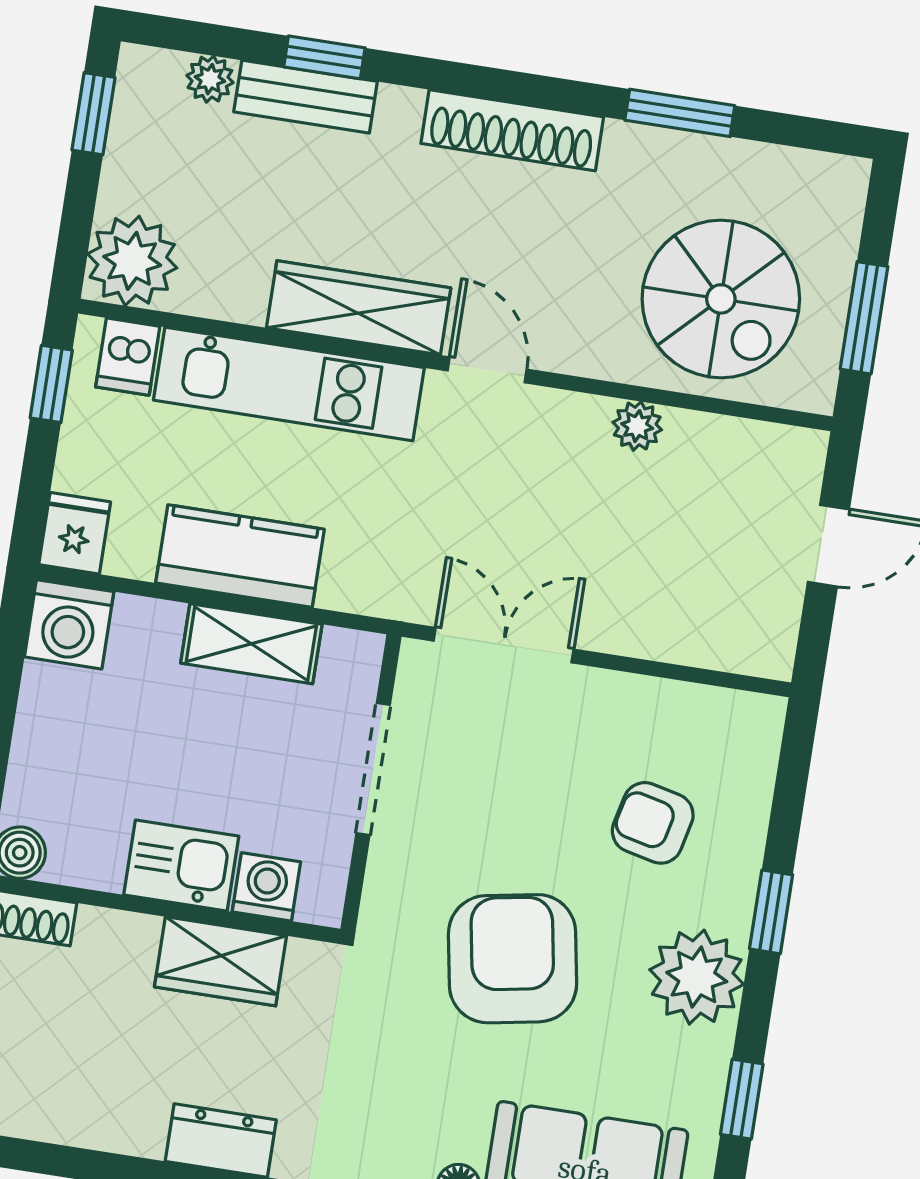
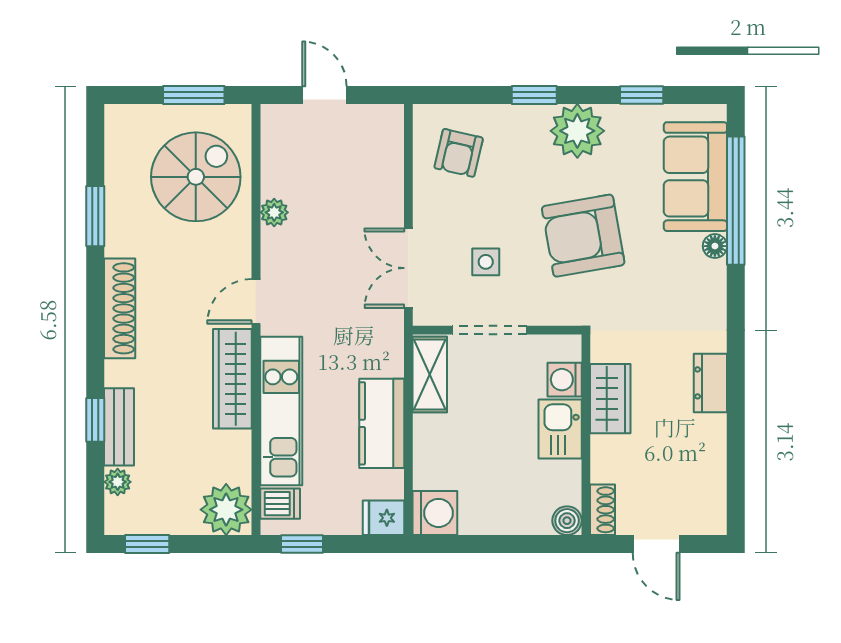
shelving: (251, 644) -> (430, 374), moved
side table: (493, 781) -> (486, 262), added
armchair: (653, 823) -> (459, 153), moved

